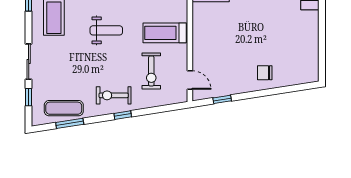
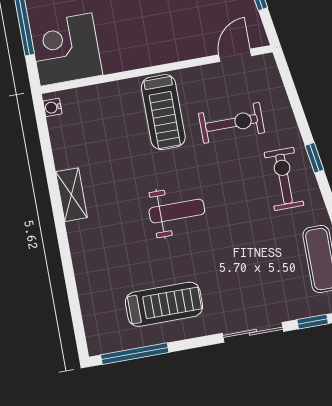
weight bench: (106, 30) -> (177, 211), turned 90
exercise bike: (114, 95) -> (284, 179), turned 180

